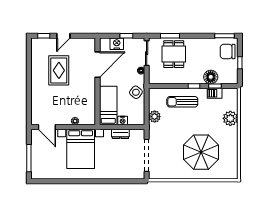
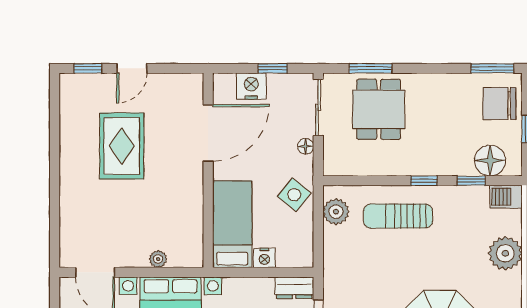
floor lamp: (211, 77) -> (490, 161), moved
barbecue: (215, 93) -> (506, 197), moved
plant: (155, 117) -> (336, 212), moved
dresser: (120, 134) -> (294, 288), moved

